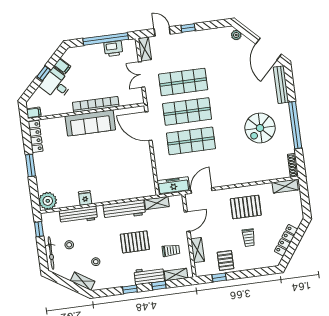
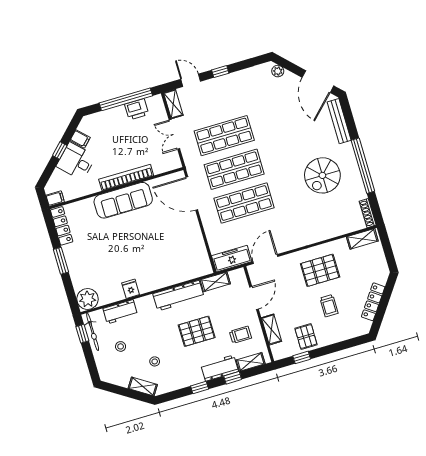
workbench: (78, 215) -> (120, 312), width x0.73
bicycle: (51, 253) -> (93, 332), moved

